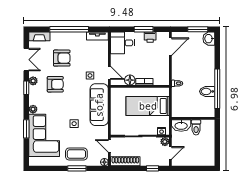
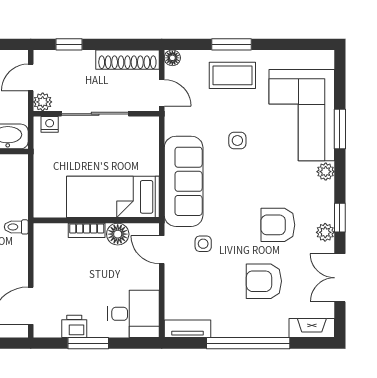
bed: (148, 106) -> (113, 197), moved, turned 180

